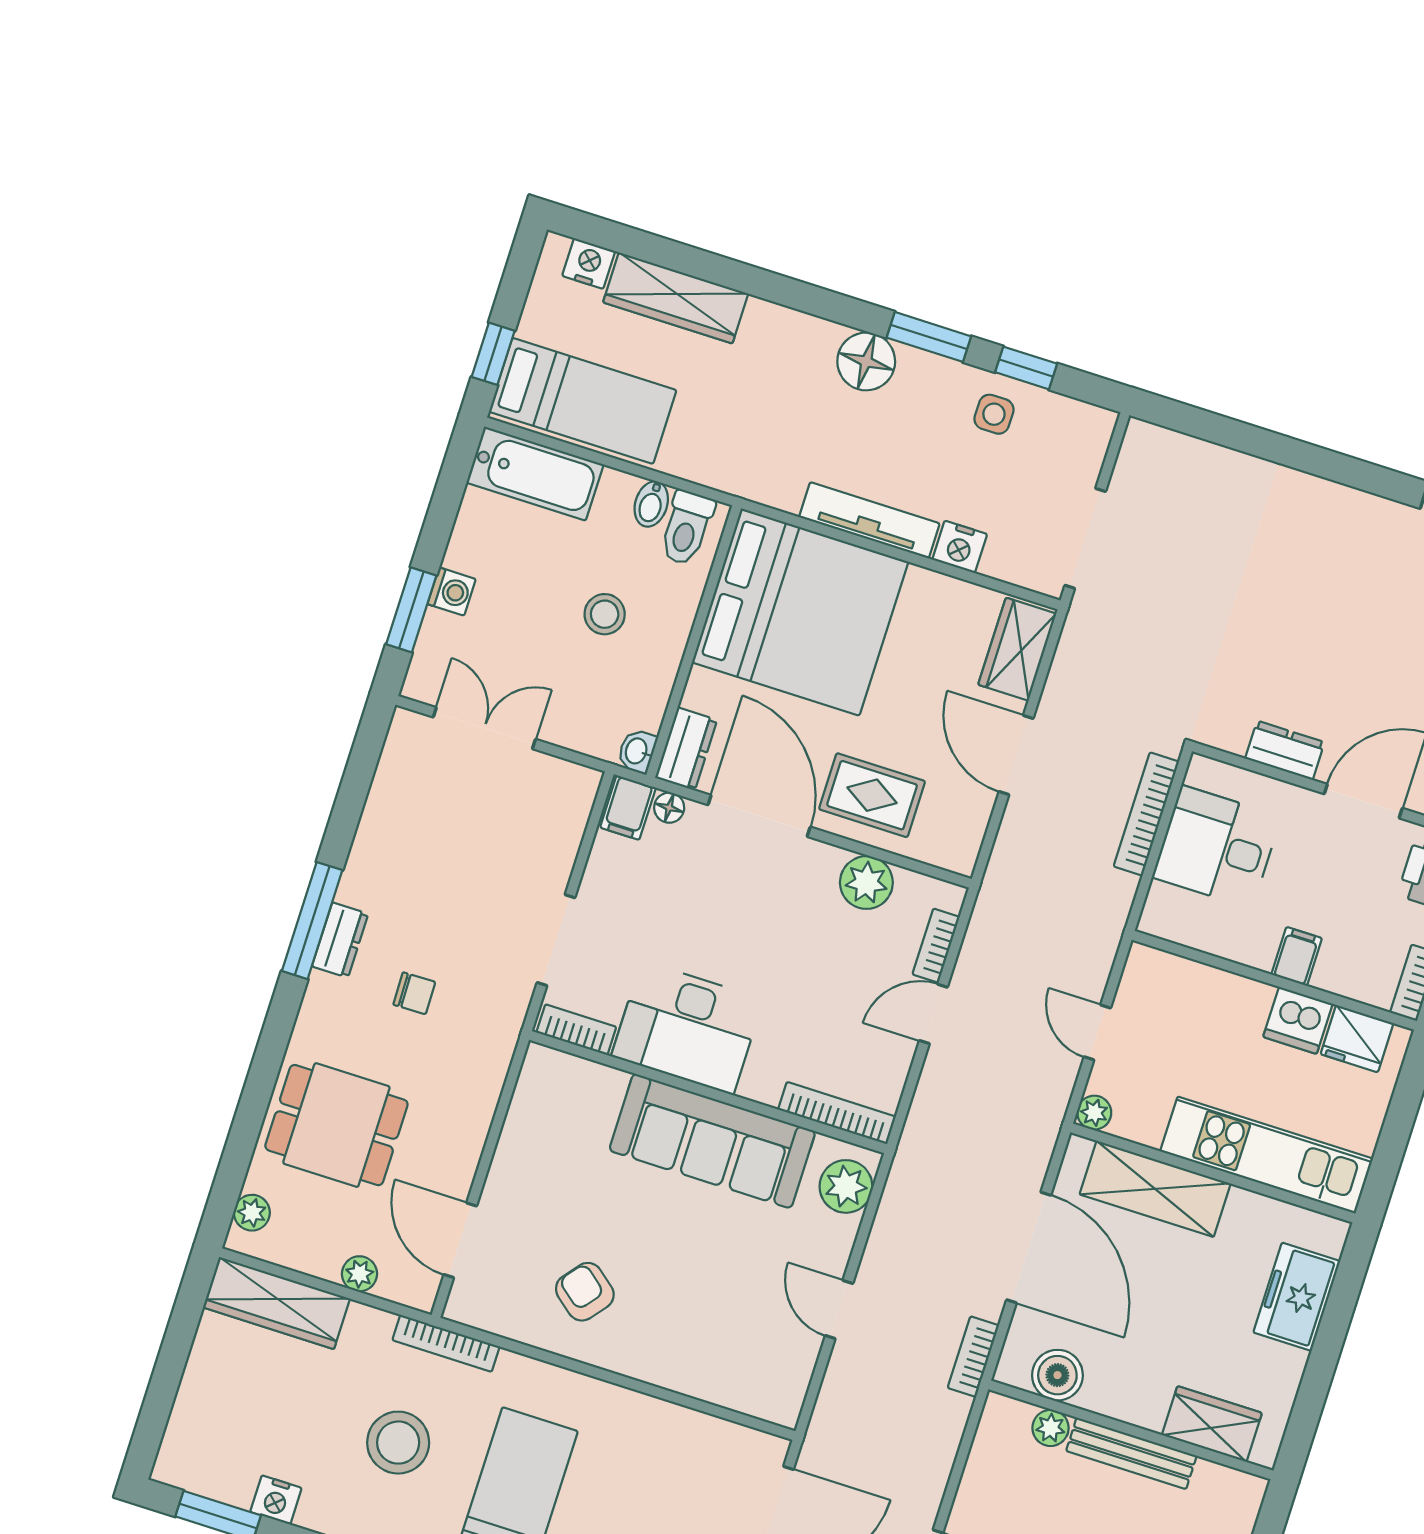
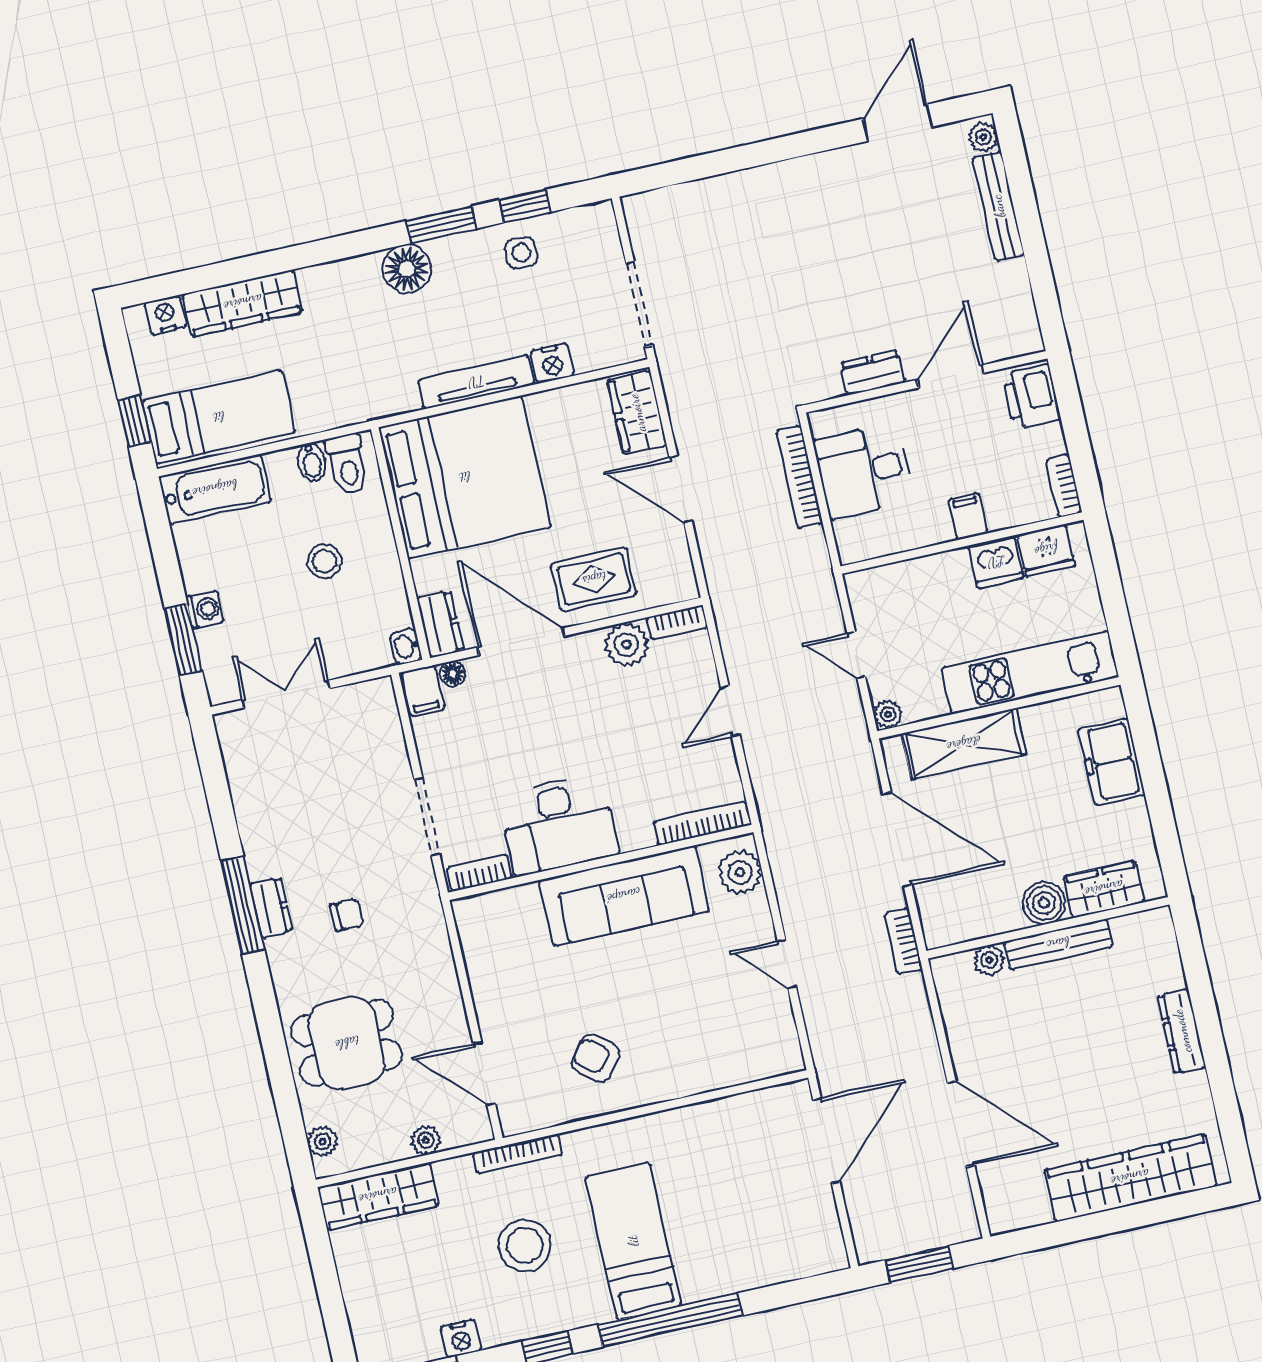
bookcase: (936, 946) -> (677, 622), moved, turned -90
boiler: (1057, 1375) -> (1044, 903), moved

